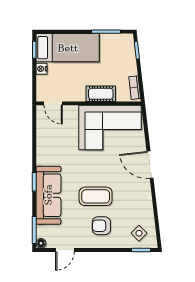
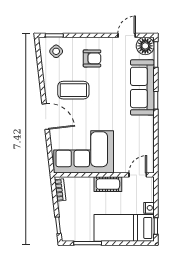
cot: (101, 94) -> (108, 184), moved
door: (53, 103) -> (138, 175), hinge flipped
coffee table: (96, 196) -> (73, 90), moved
floor lamp: (41, 243) -> (145, 46), width x1.89, depth x1.89

